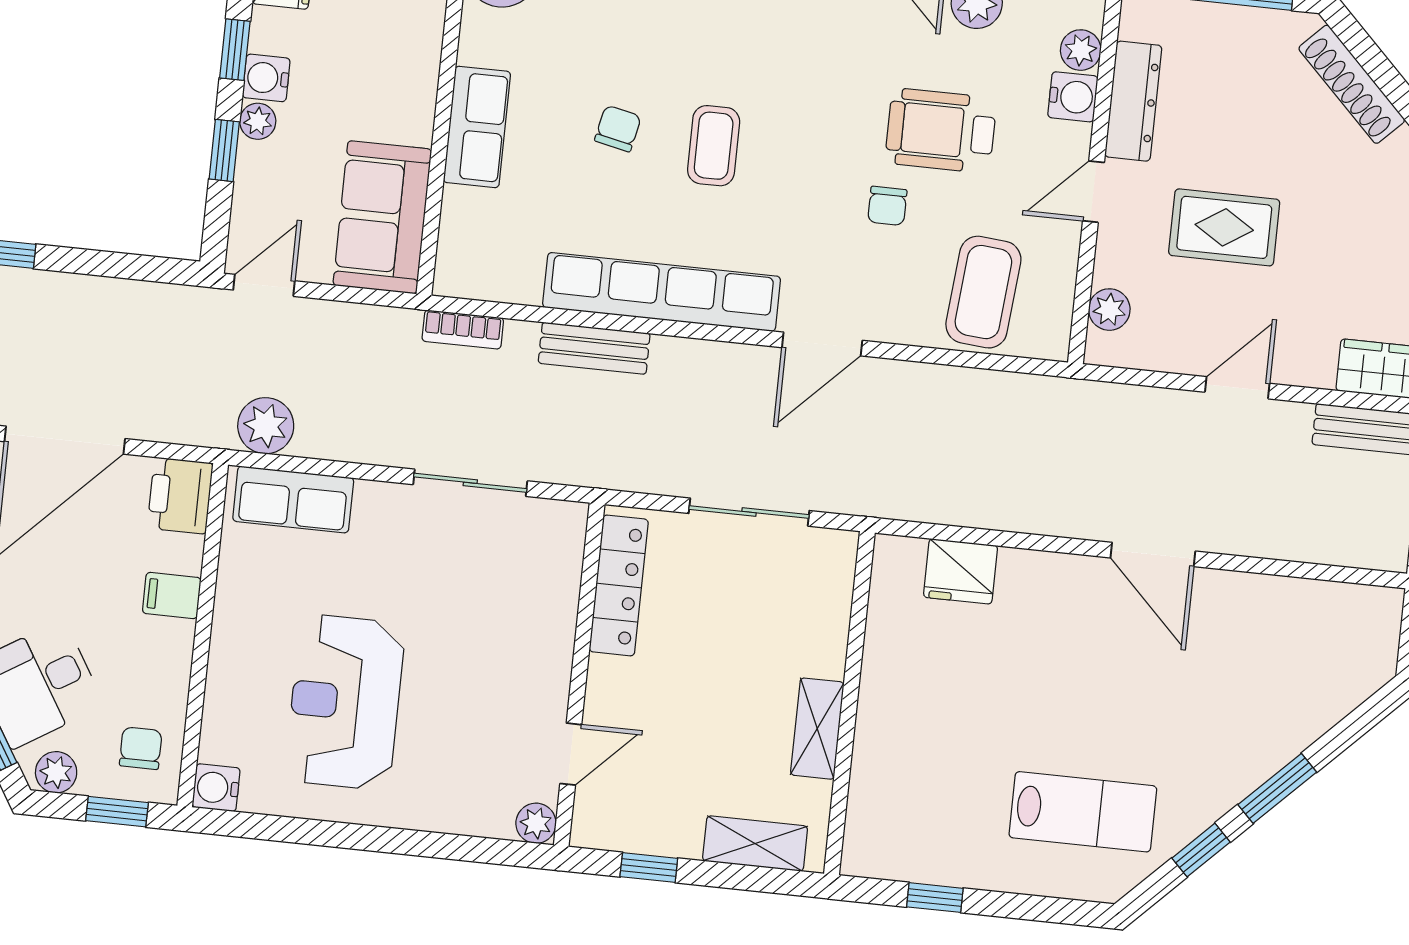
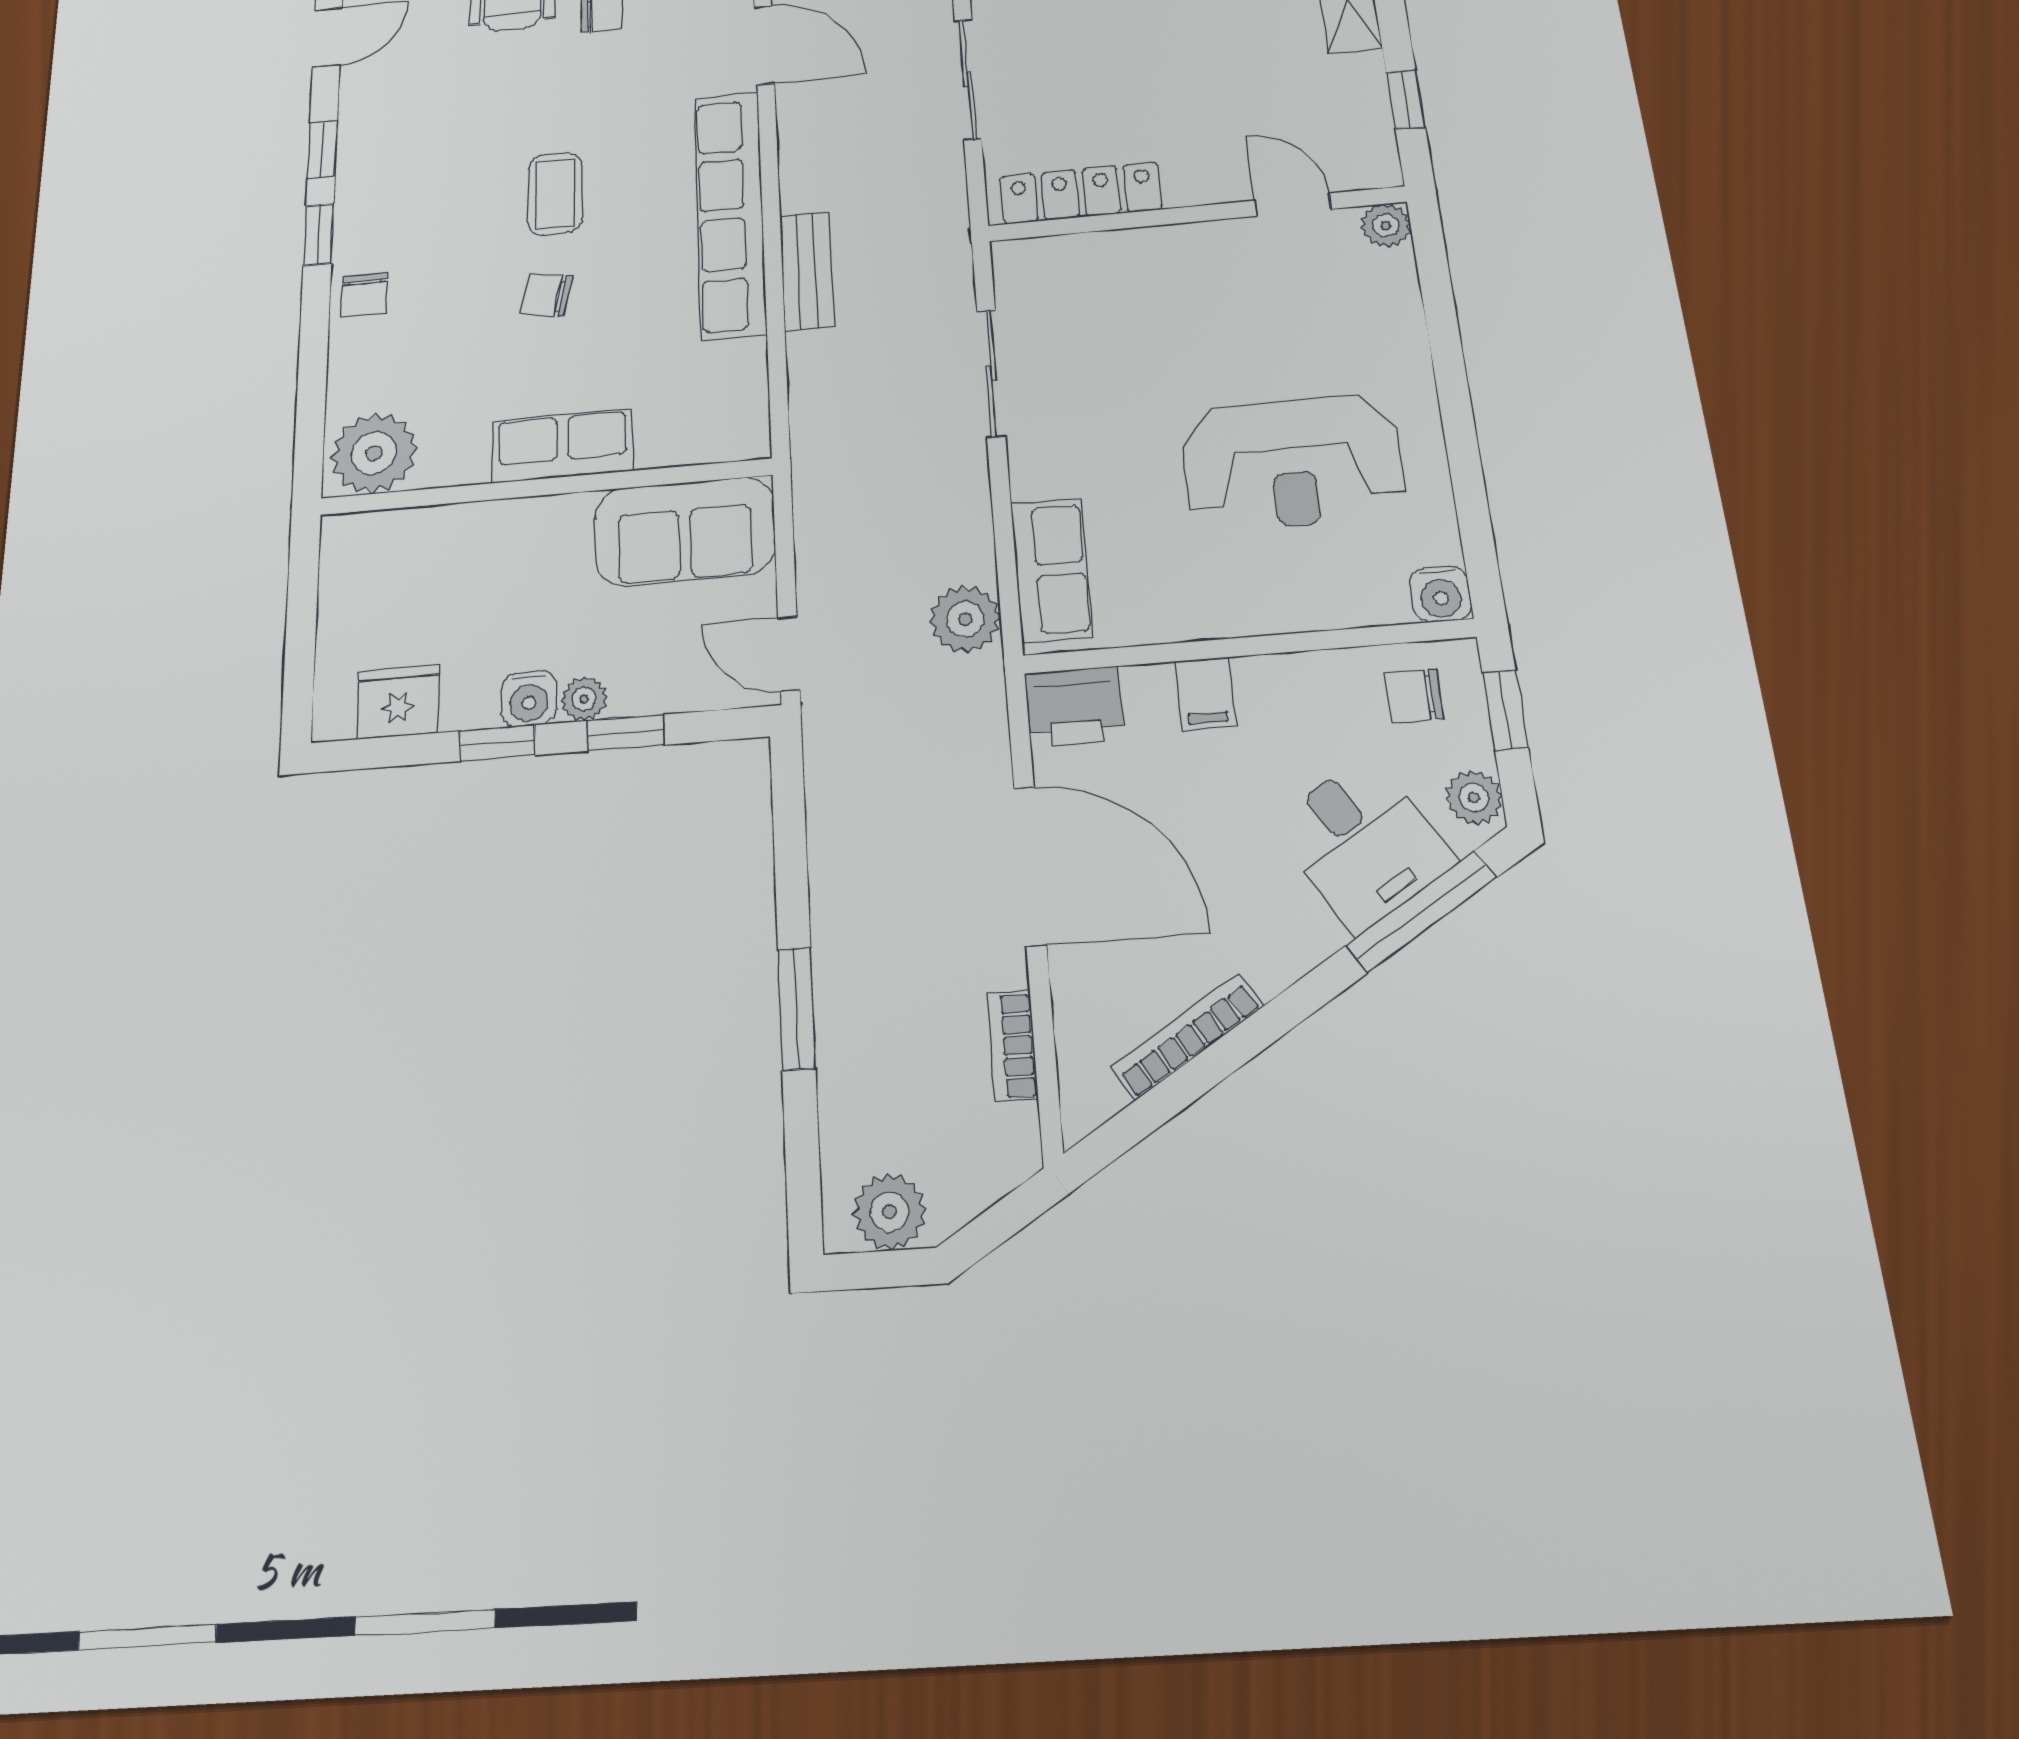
coffee table: (714, 146) -> (555, 194), turned 90
bookcase: (463, 330) -> (808, 416), removed

